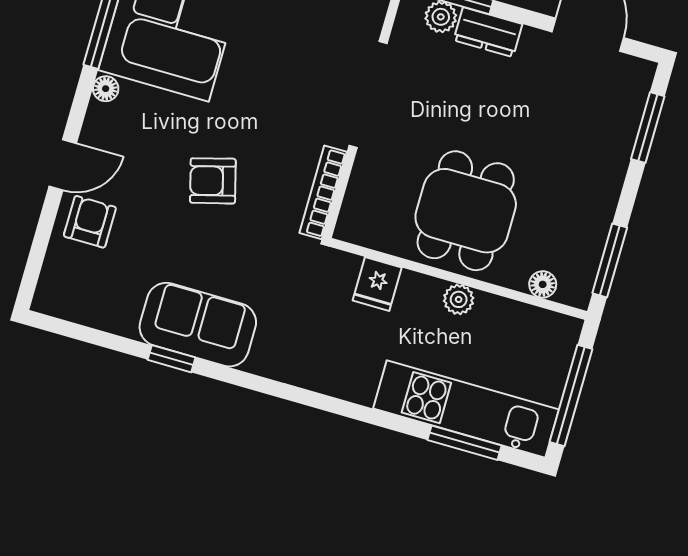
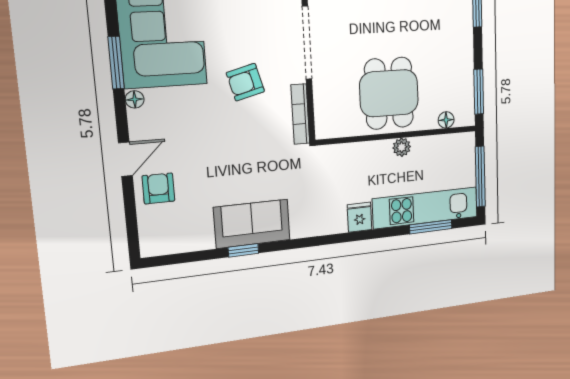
armchair: (213, 181) -> (245, 82), moved
fridge: (377, 284) -> (360, 217), moved, turned 180

